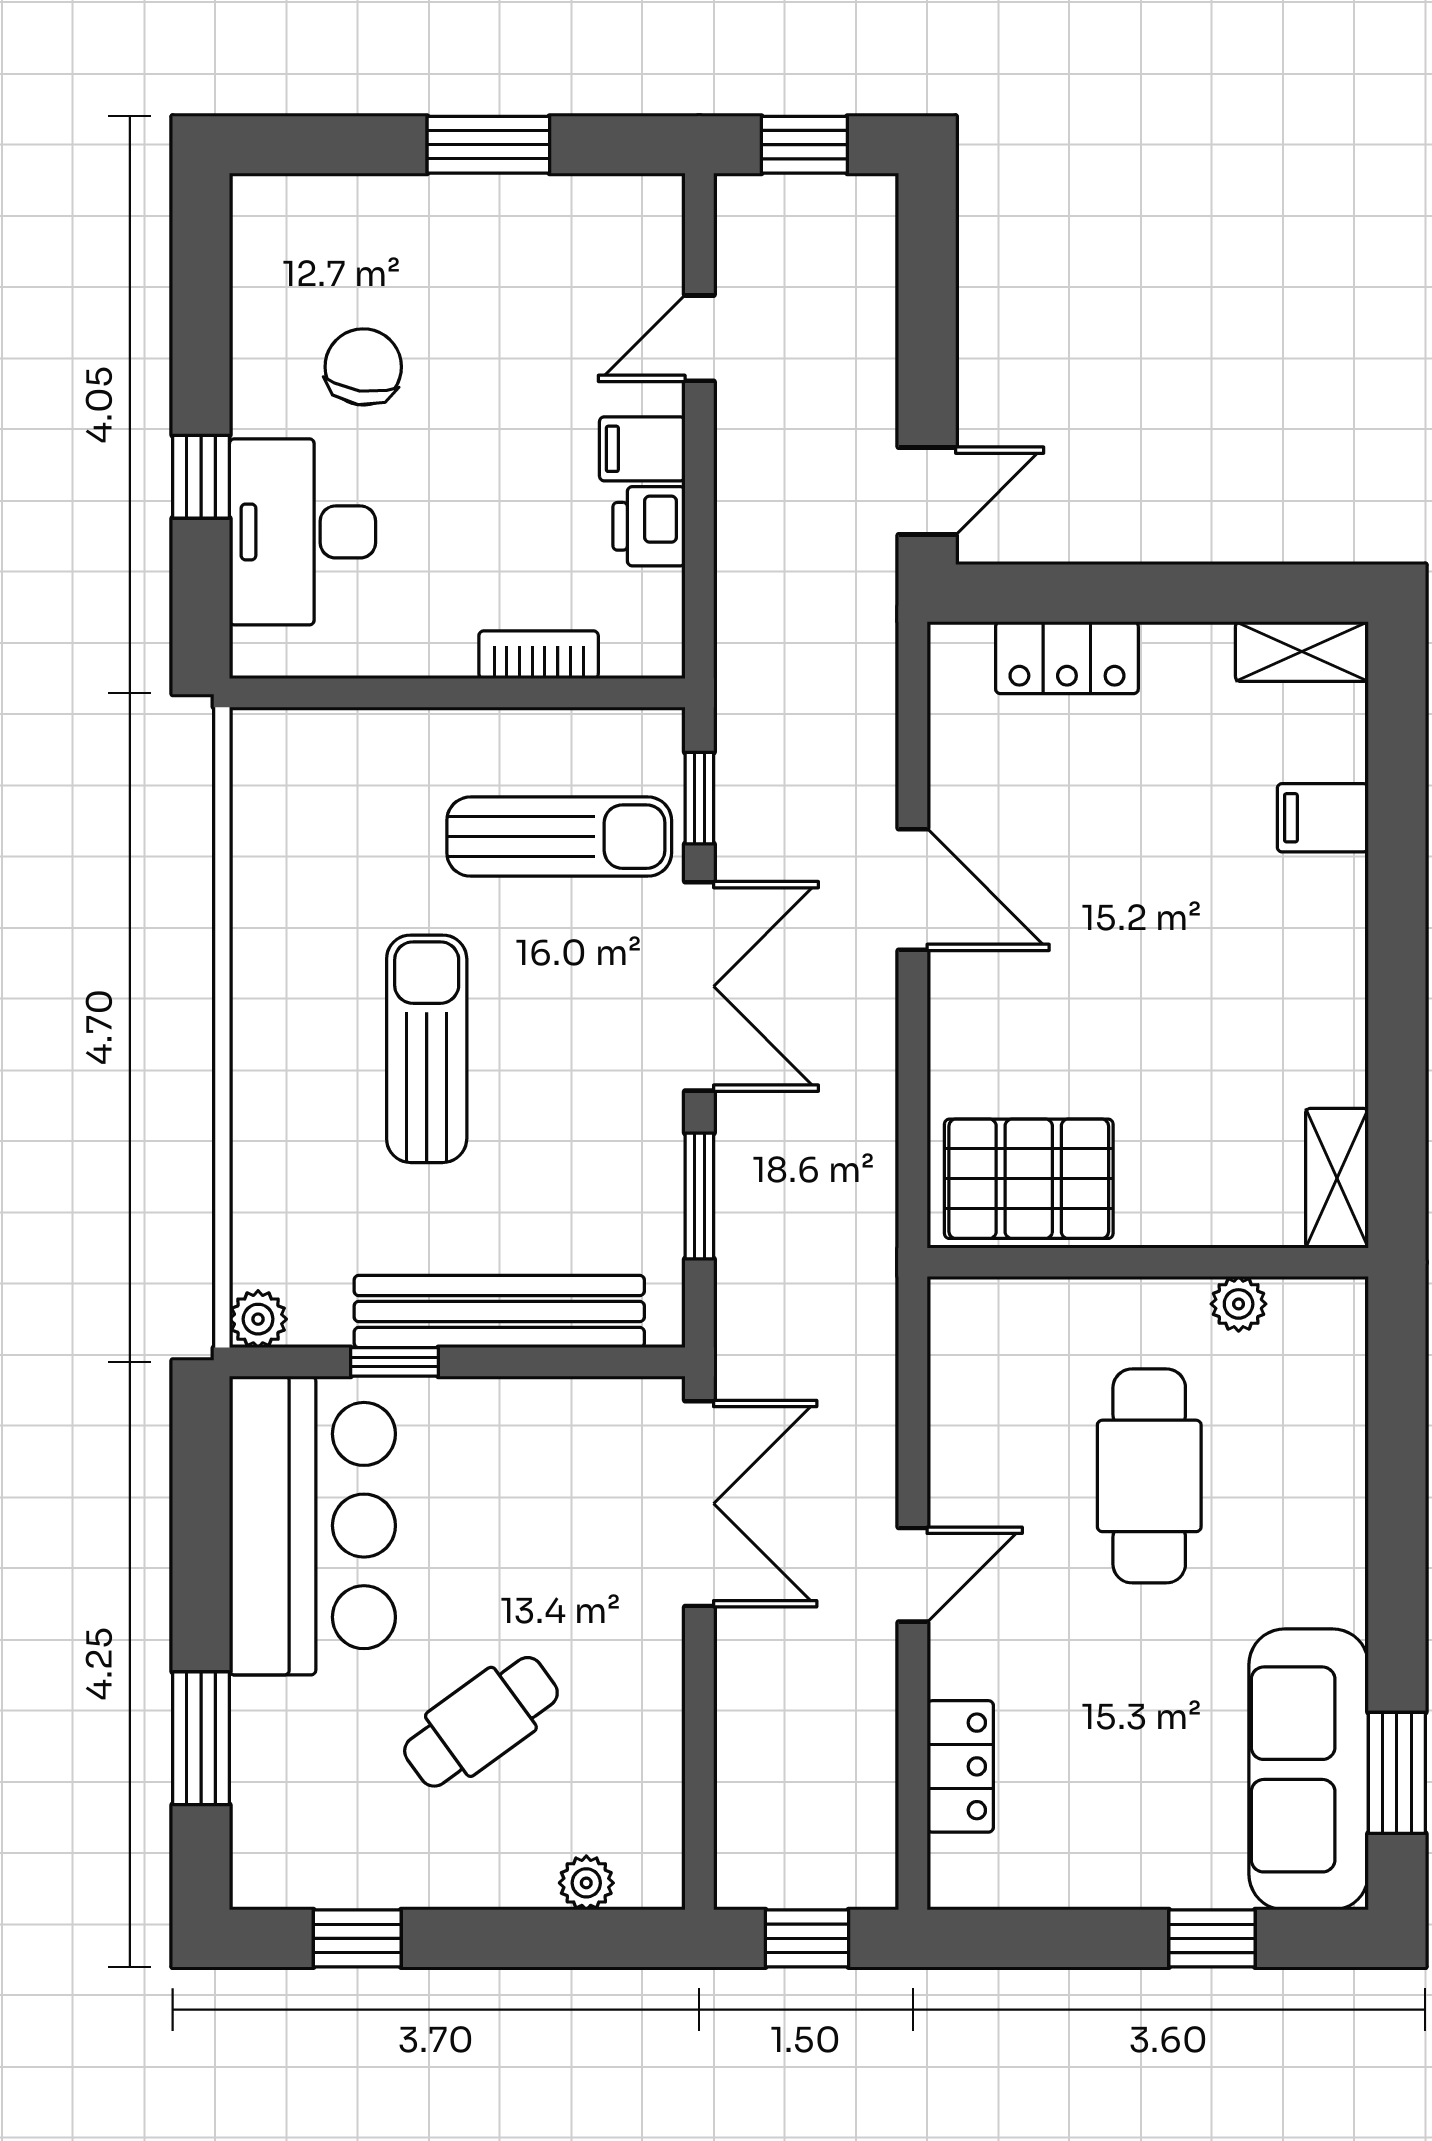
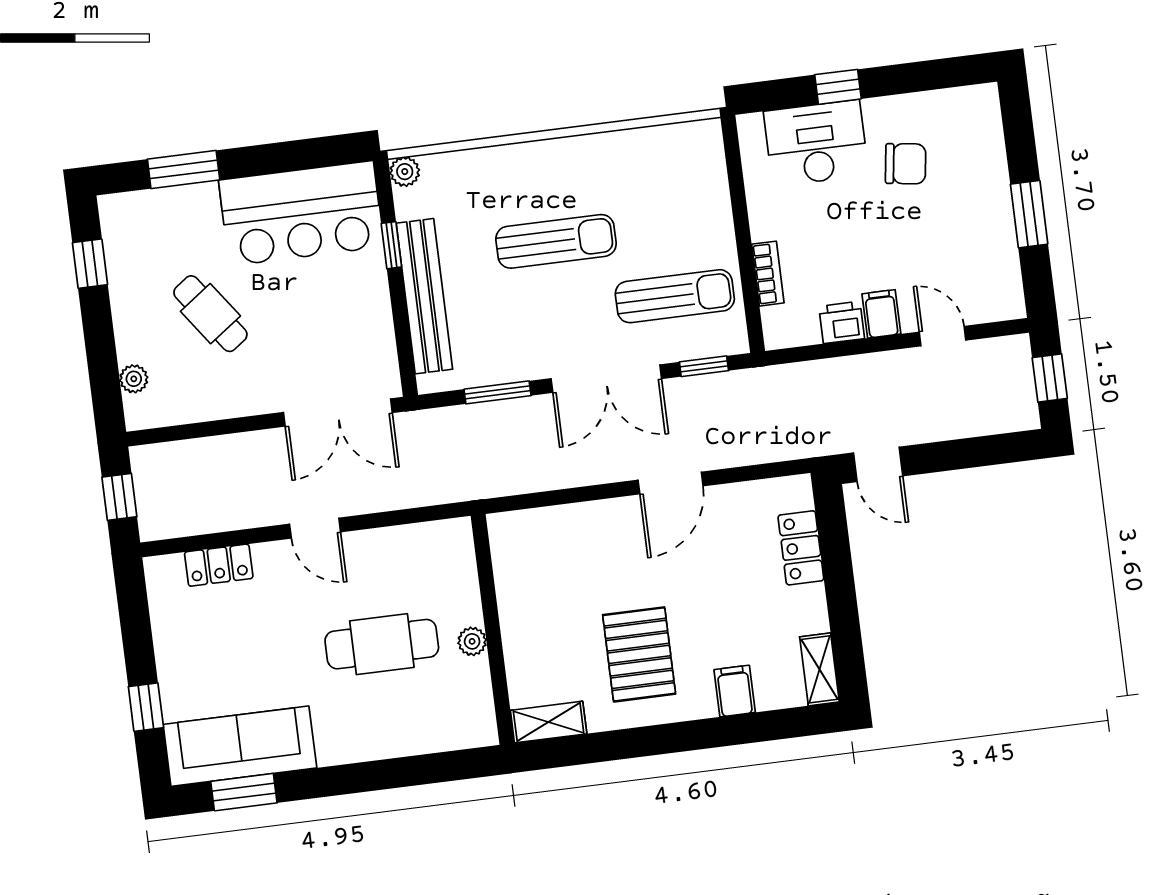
sun lounger: (559, 837) -> (675, 296), turned -90
pallet: (1029, 1179) -> (639, 654), moved
plant: (1239, 1304) -> (472, 641), moved

